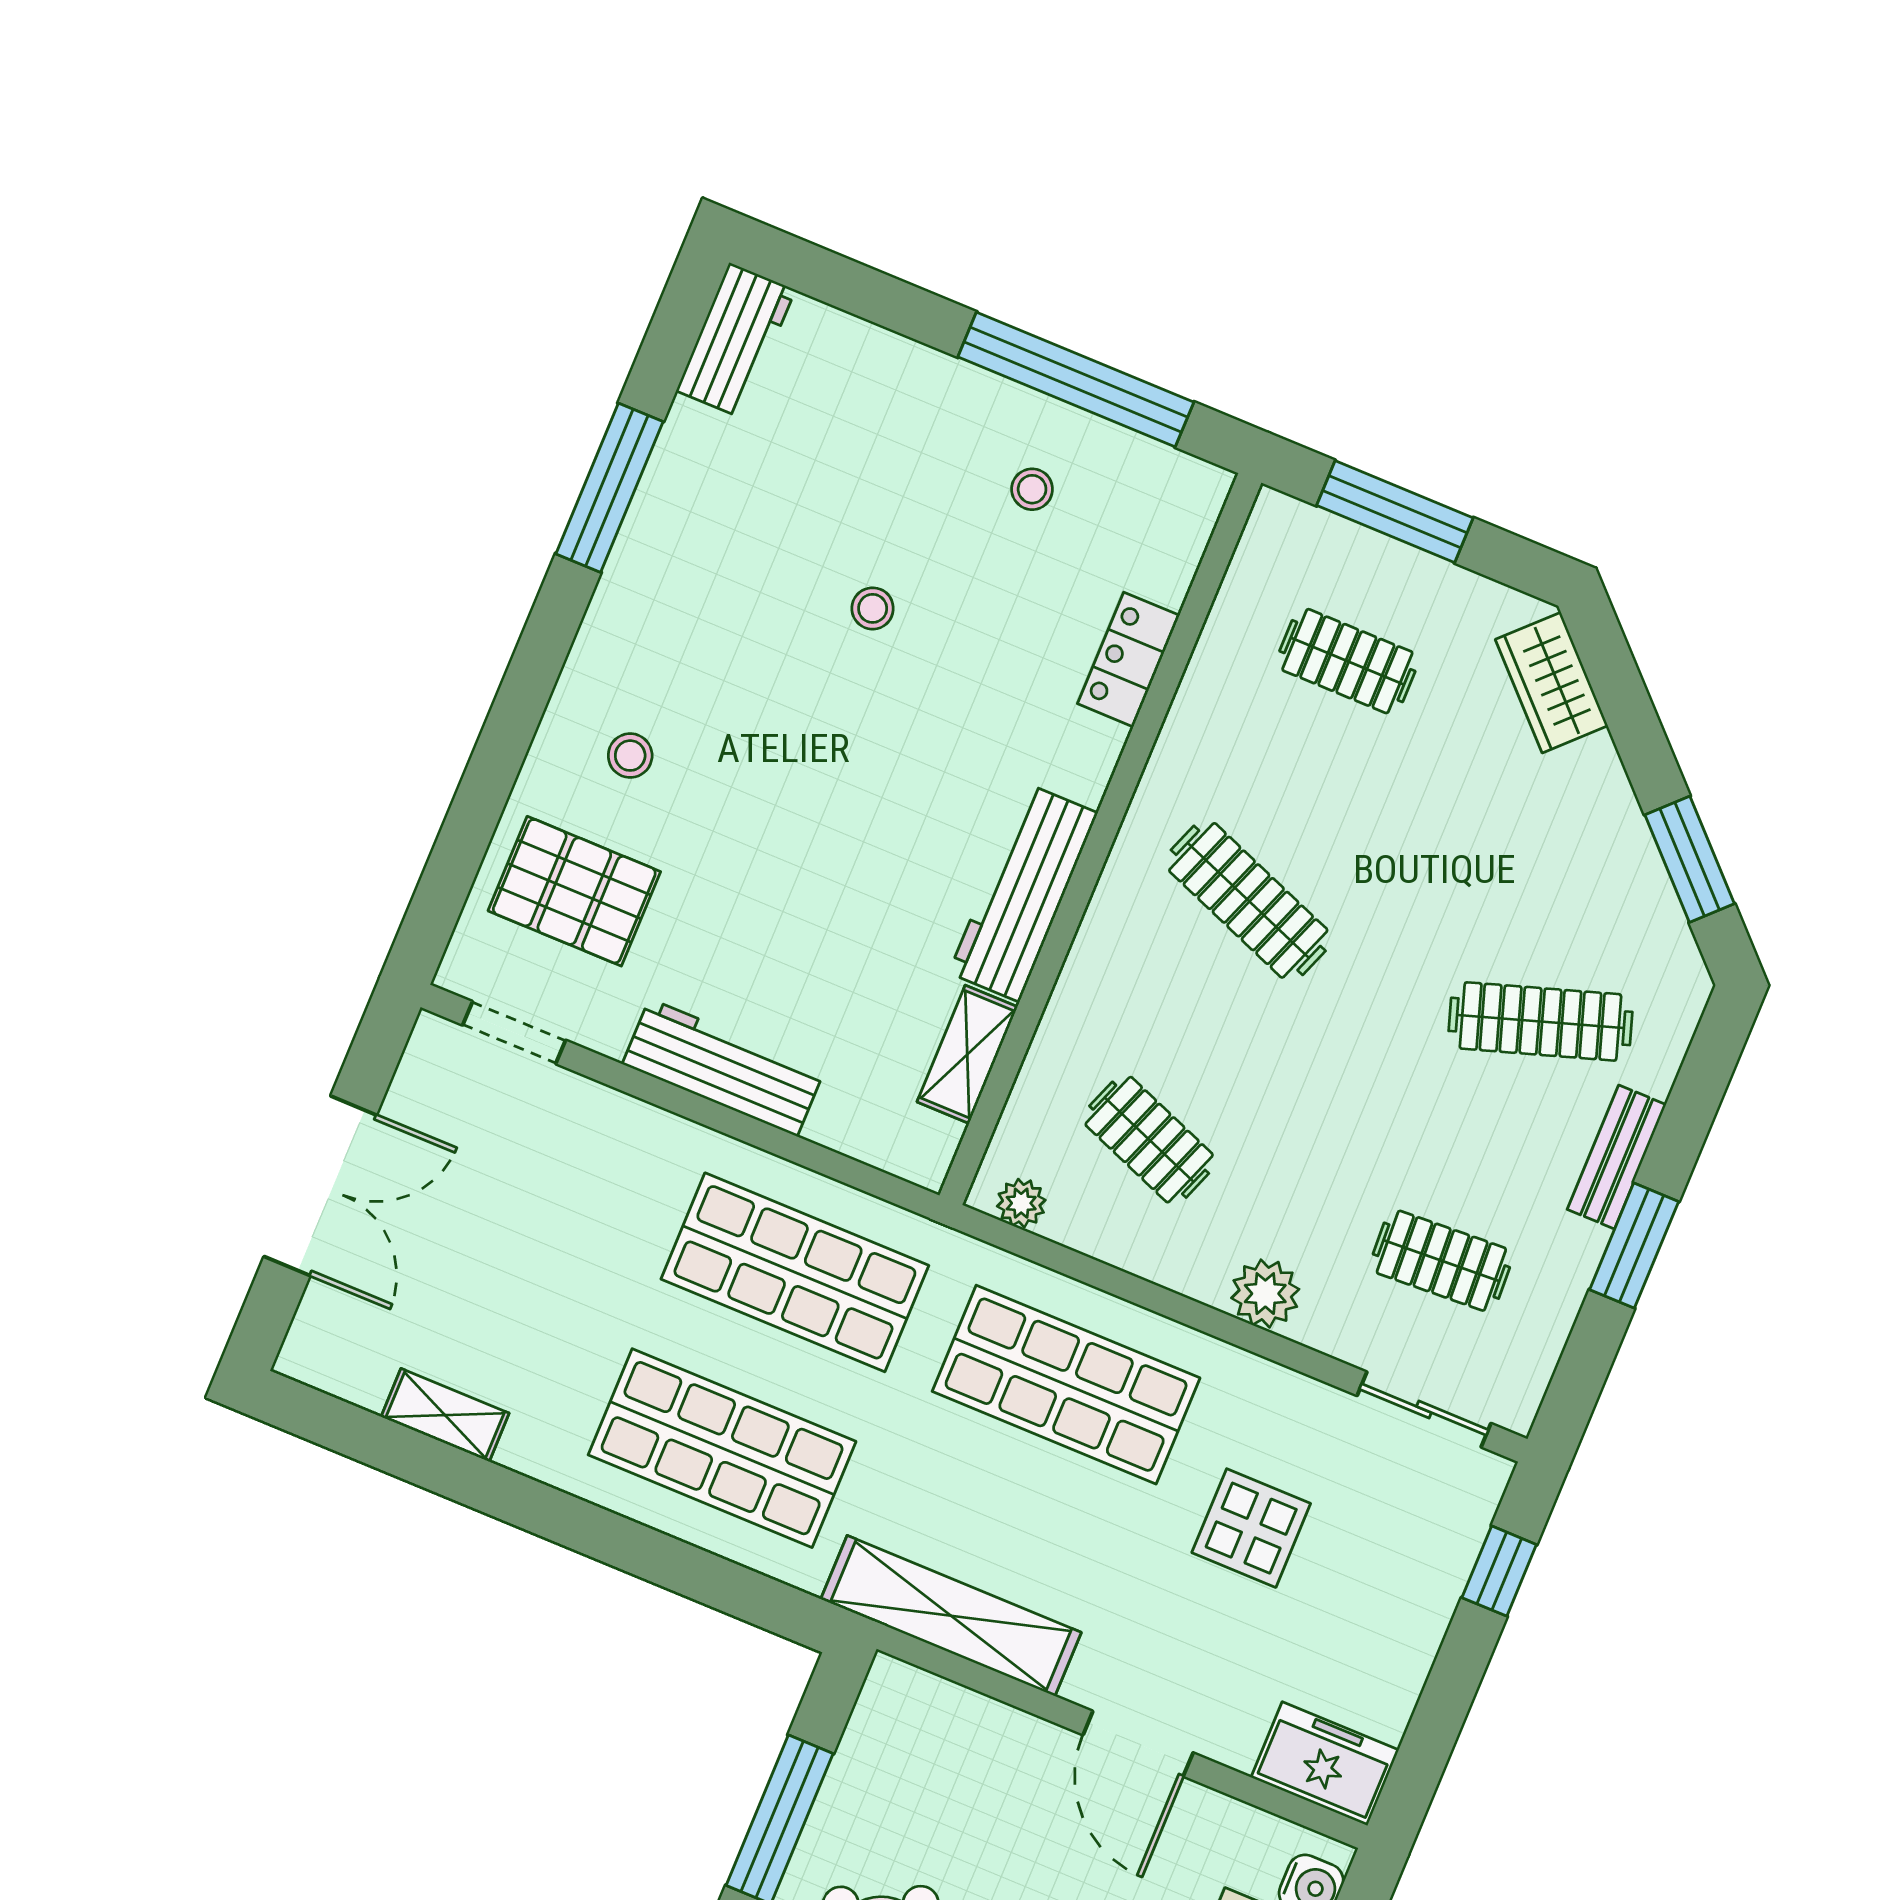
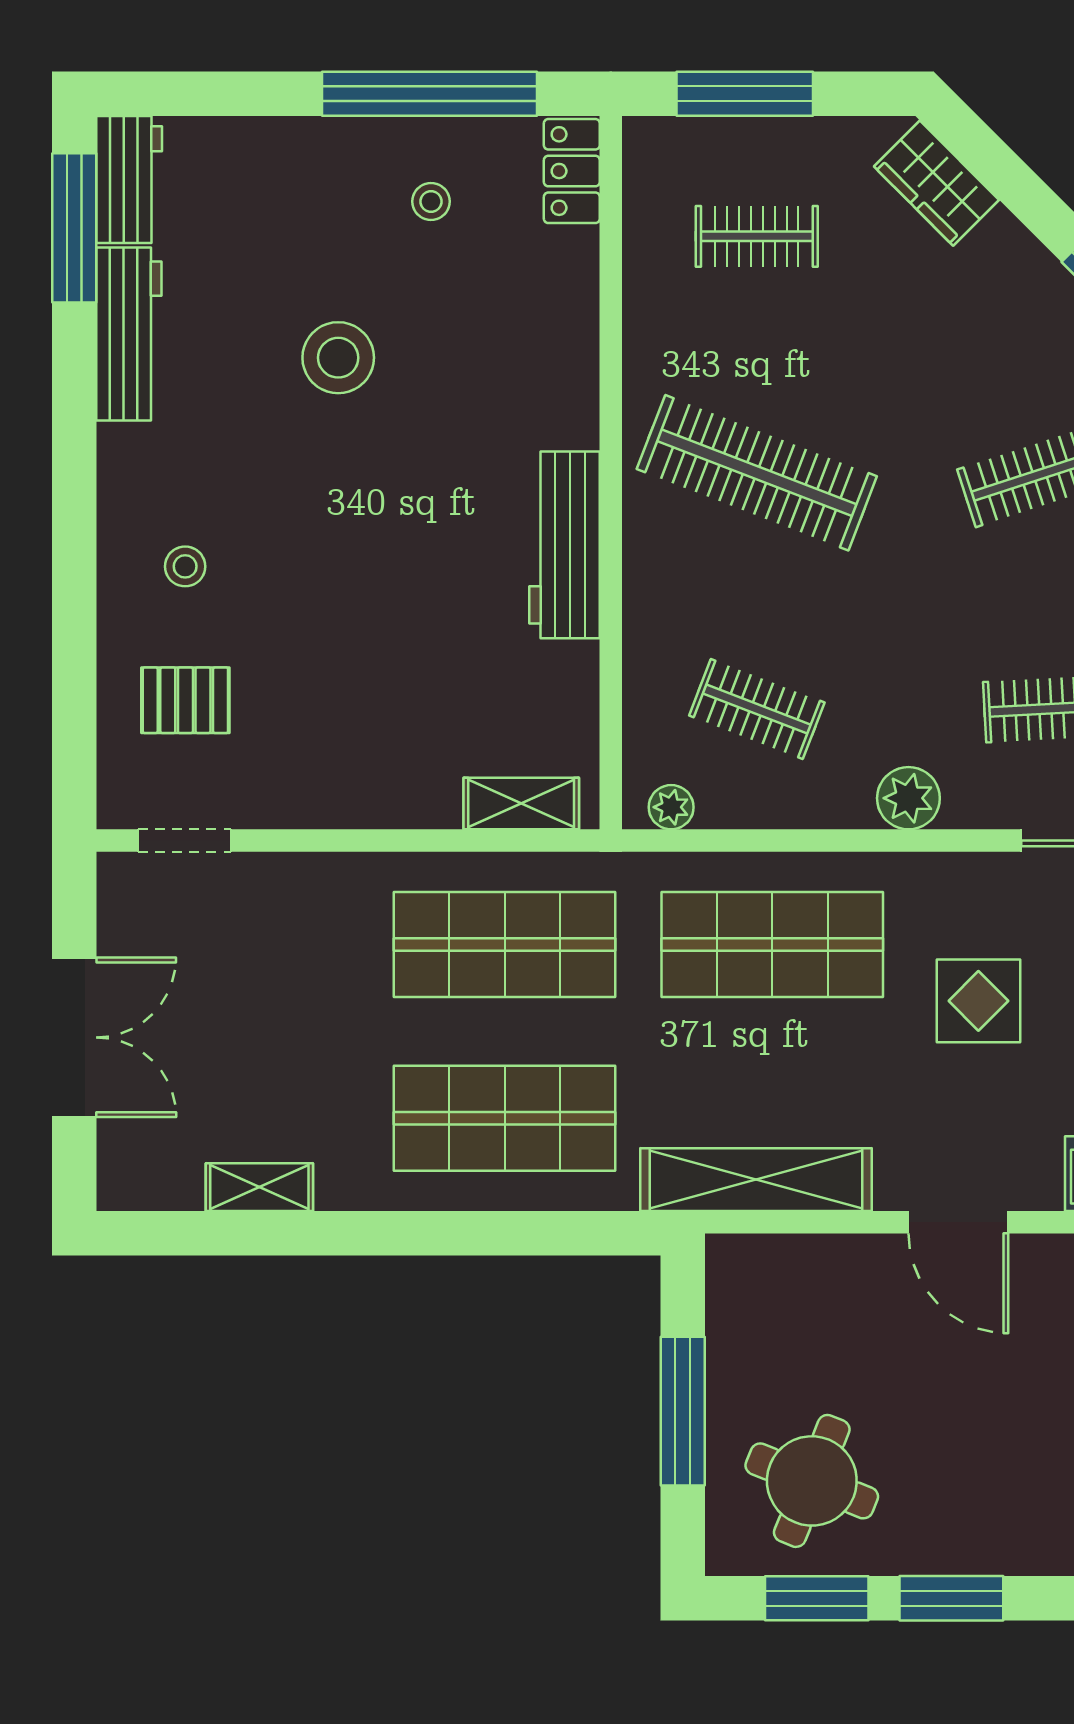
window: (609, 488) -> (74, 228), moved
stool: (873, 608) -> (338, 358), width x1.89, depth x1.89
locker: (1129, 660) -> (572, 171), moved
pallet: (574, 891) -> (185, 700), width x0.67, depth x0.71
clothes rail: (1248, 900) -> (757, 473), width x1.37, depth x1.31
shelving: (967, 1054) -> (521, 804), moved, turned 90
workbench: (723, 1068) -> (129, 334), moved, turned 90

